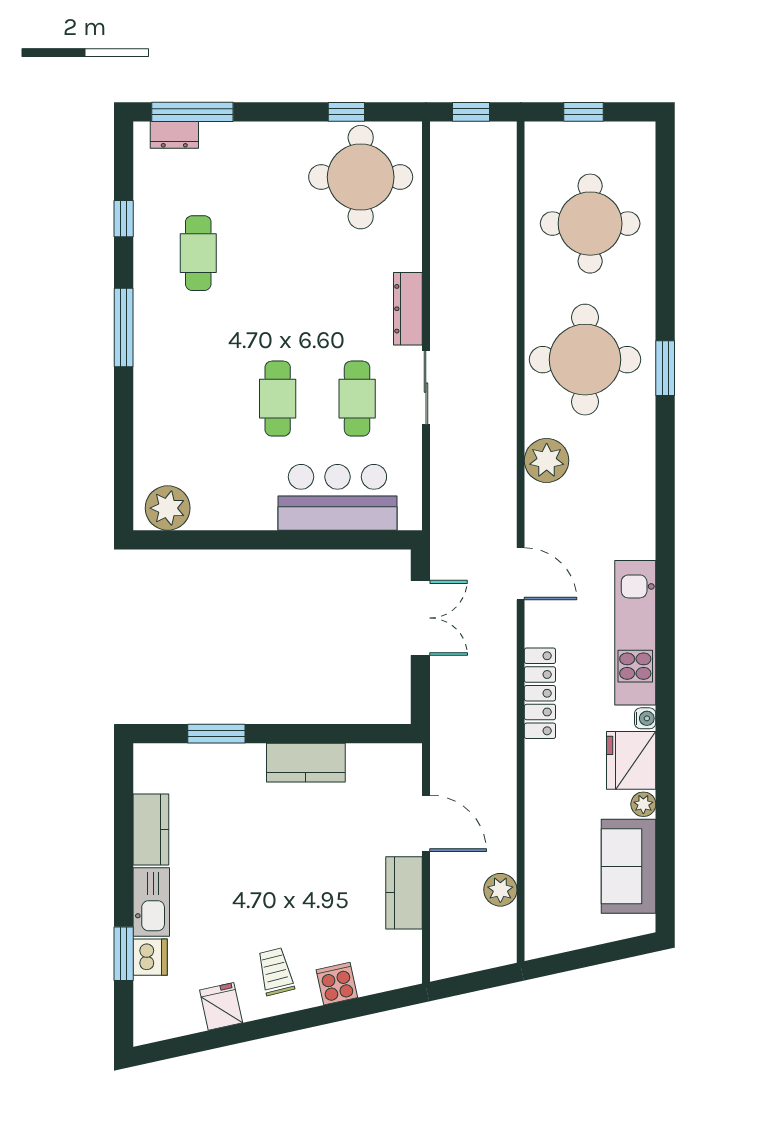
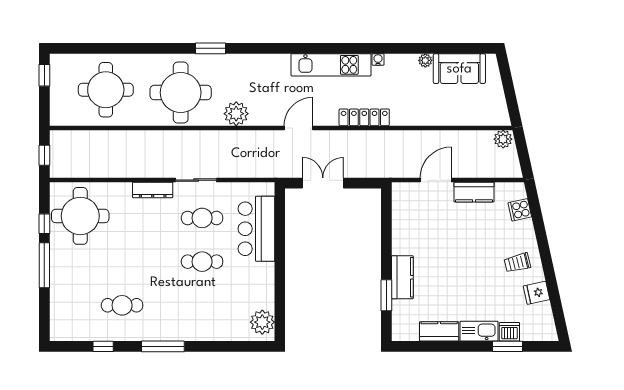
window: (192, 112) -> (44, 265), moved
window: (584, 112) -> (44, 75), moved
dresser: (174, 135) -> (57, 318), removed
window: (665, 368) -> (210, 48), moved
fridge: (631, 760) -> (401, 67), removed
kitchen counter: (306, 763) -> (402, 277), moved
plant: (500, 890) -> (503, 139), moved
cooker: (337, 984) -> (520, 210), moved

